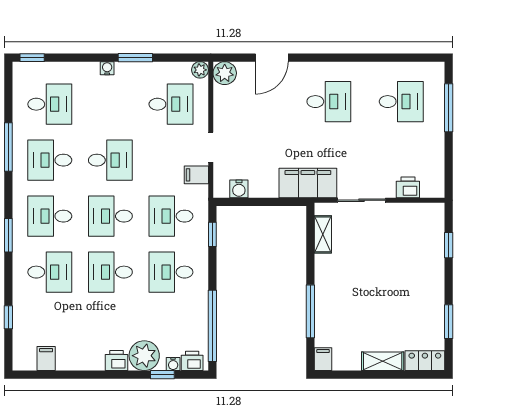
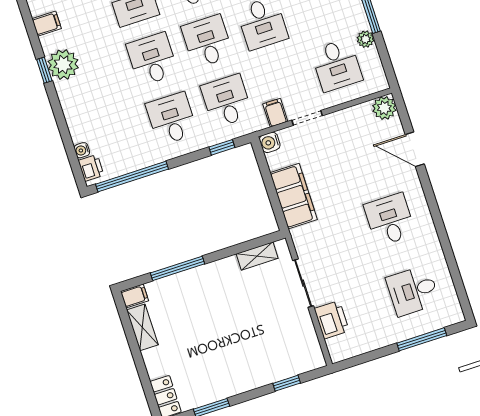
plant: (200, 70) -> (366, 39), moved
desk: (329, 102) -> (390, 220), turned 180
desk: (401, 102) -> (413, 291), turned 90
filing cabinet: (308, 183) -> (294, 196), moved
printer: (408, 187) -> (332, 320), width x1.36, depth x1.24
water cooler: (239, 189) -> (270, 142), moved
plant: (144, 356) -> (63, 65), moved
printer: (116, 361) -> (67, 93), removed
shelving: (383, 361) -> (142, 327), moved
window: (162, 375) -> (44, 70), moved

